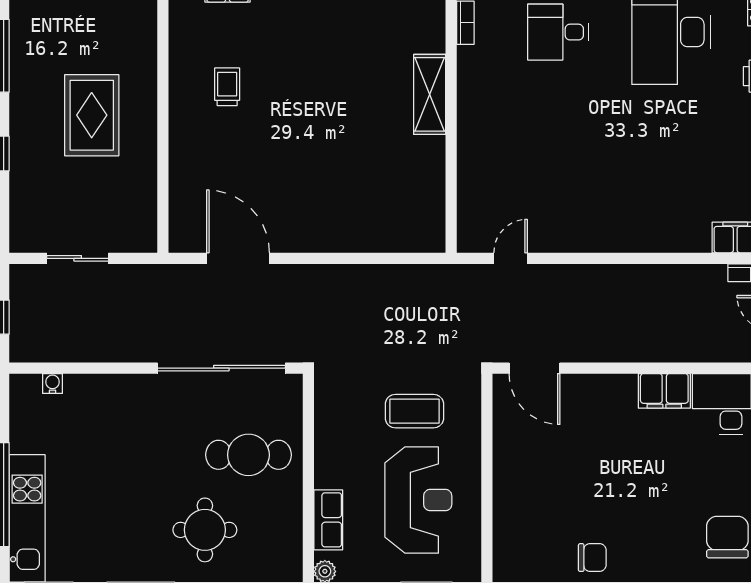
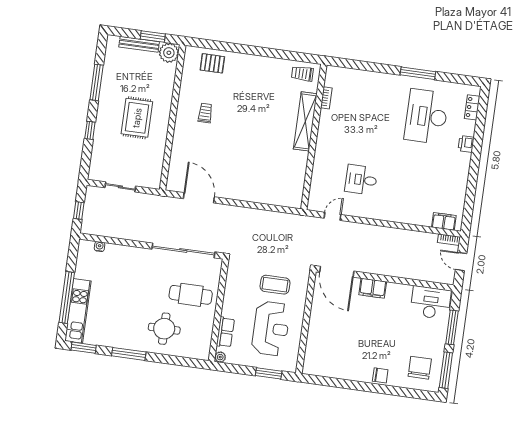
desk: (558, 32) -> (361, 180), moved
shelving: (430, 94) -> (305, 121), width x1.47
door: (535, 368) -> (337, 272), width x1.36
filing cabinet: (664, 391) -> (373, 288), moved
chair: (592, 558) -> (380, 375), moved

